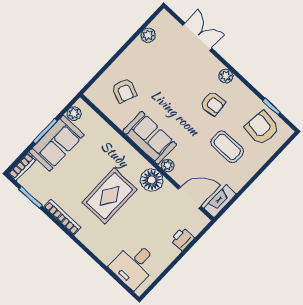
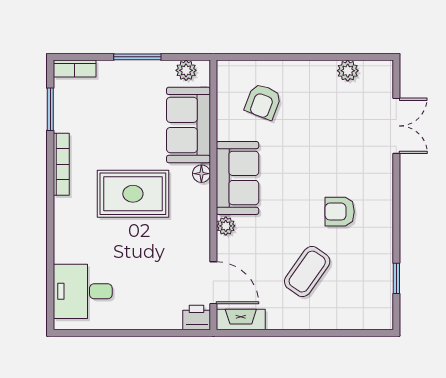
plant: (226, 76) -> (383, 197), removed
armchair: (213, 104) -> (340, 212), turned 96
armchair: (262, 128) -> (363, 290), removed
sofa: (56, 143) -> (188, 125), moved, turned 90
coffee table: (227, 147) -> (307, 272), turned 35
floor lamp: (152, 180) -> (201, 174), moved, width x0.53, depth x0.53
printer: (182, 239) -> (197, 317), moved

